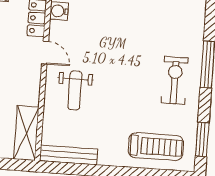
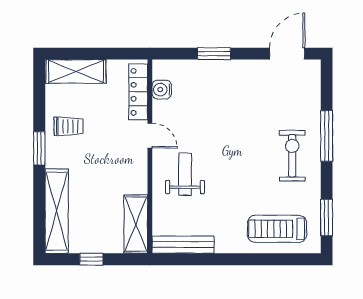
weight bench: (75, 91) -> (185, 174), turned 180
treadmill: (156, 147) -> (277, 229), turned 180

